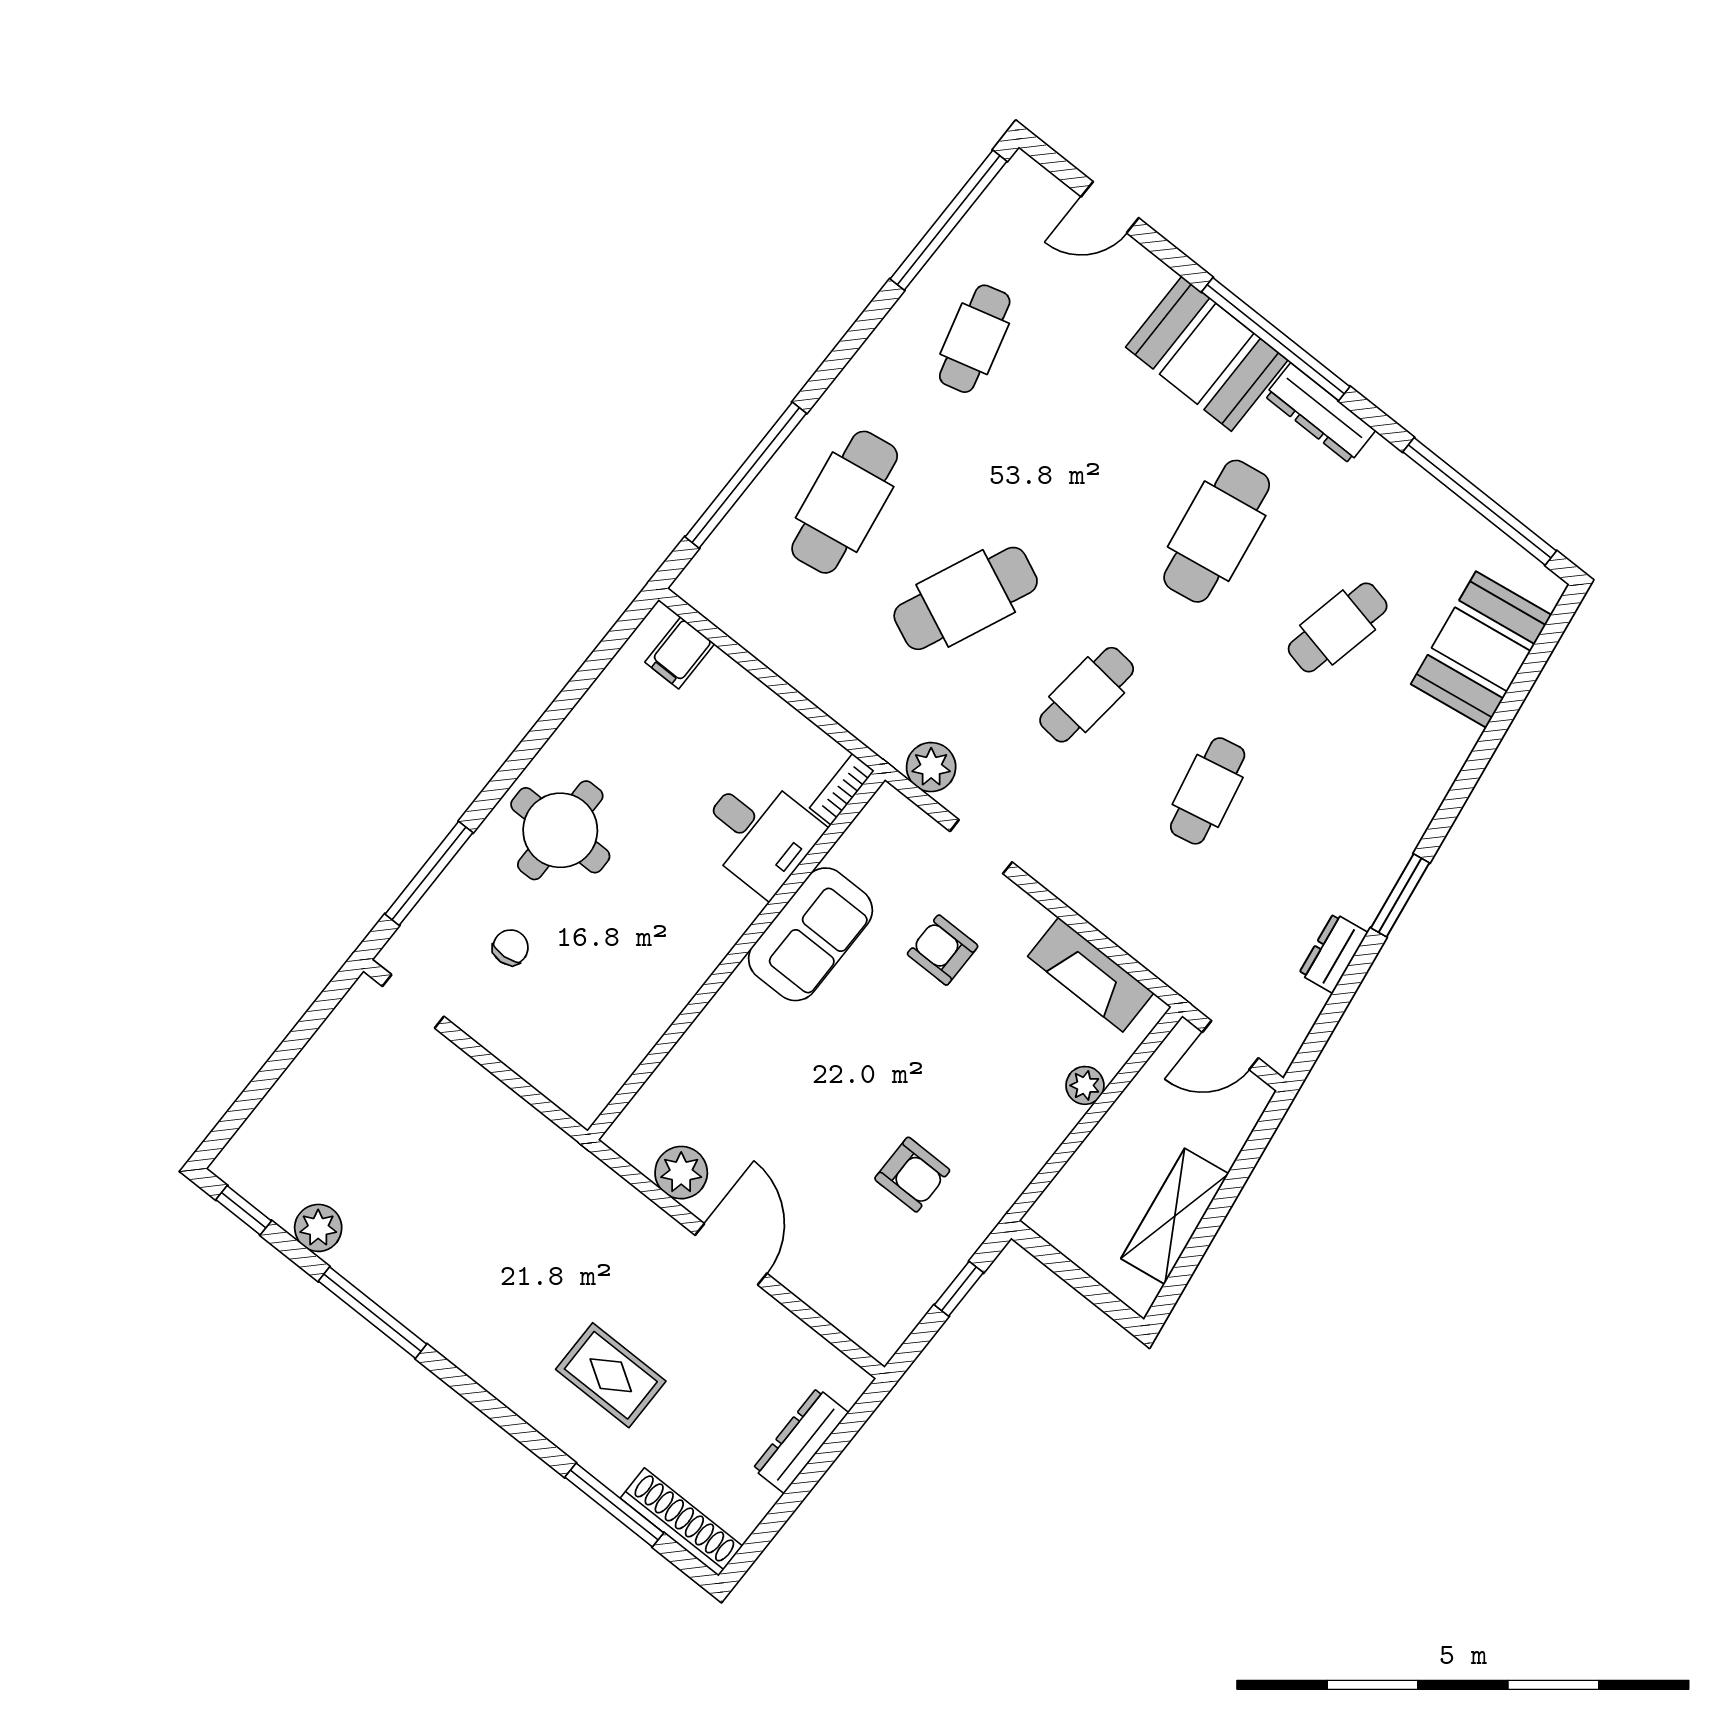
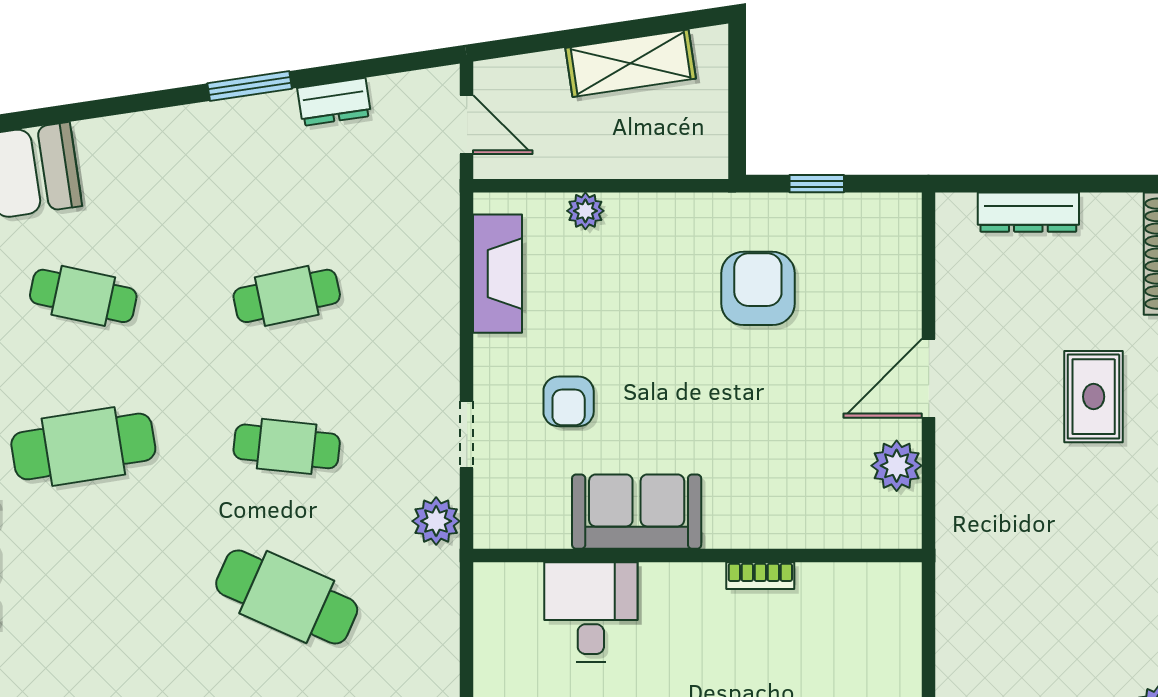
bookcase: (842, 789) -> (760, 576), moved
armchair: (912, 1175) -> (758, 288), width x1.38, depth x1.38

